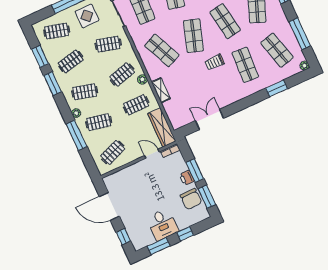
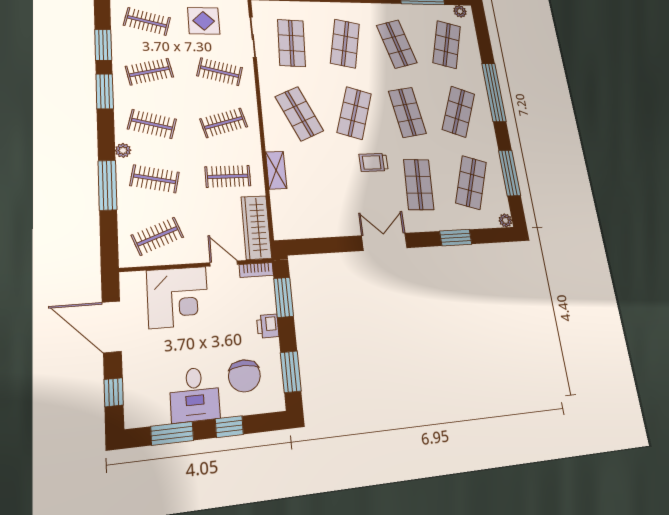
shop shelf: (277, 50) -> (471, 182), turned 33
plant: (142, 79) -> (253, 143), removed
double door: (210, 119) -> (384, 242), moved
window: (195, 171) -> (284, 297), moved
corner desk: (135, 180) -> (178, 297), added
chair: (191, 199) -> (244, 376), moved

